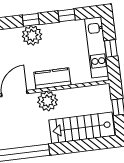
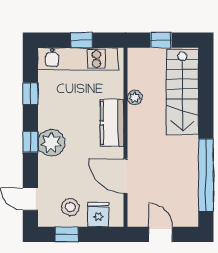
plant: (48, 101) -> (135, 97), moved, width x0.53, depth x0.53

